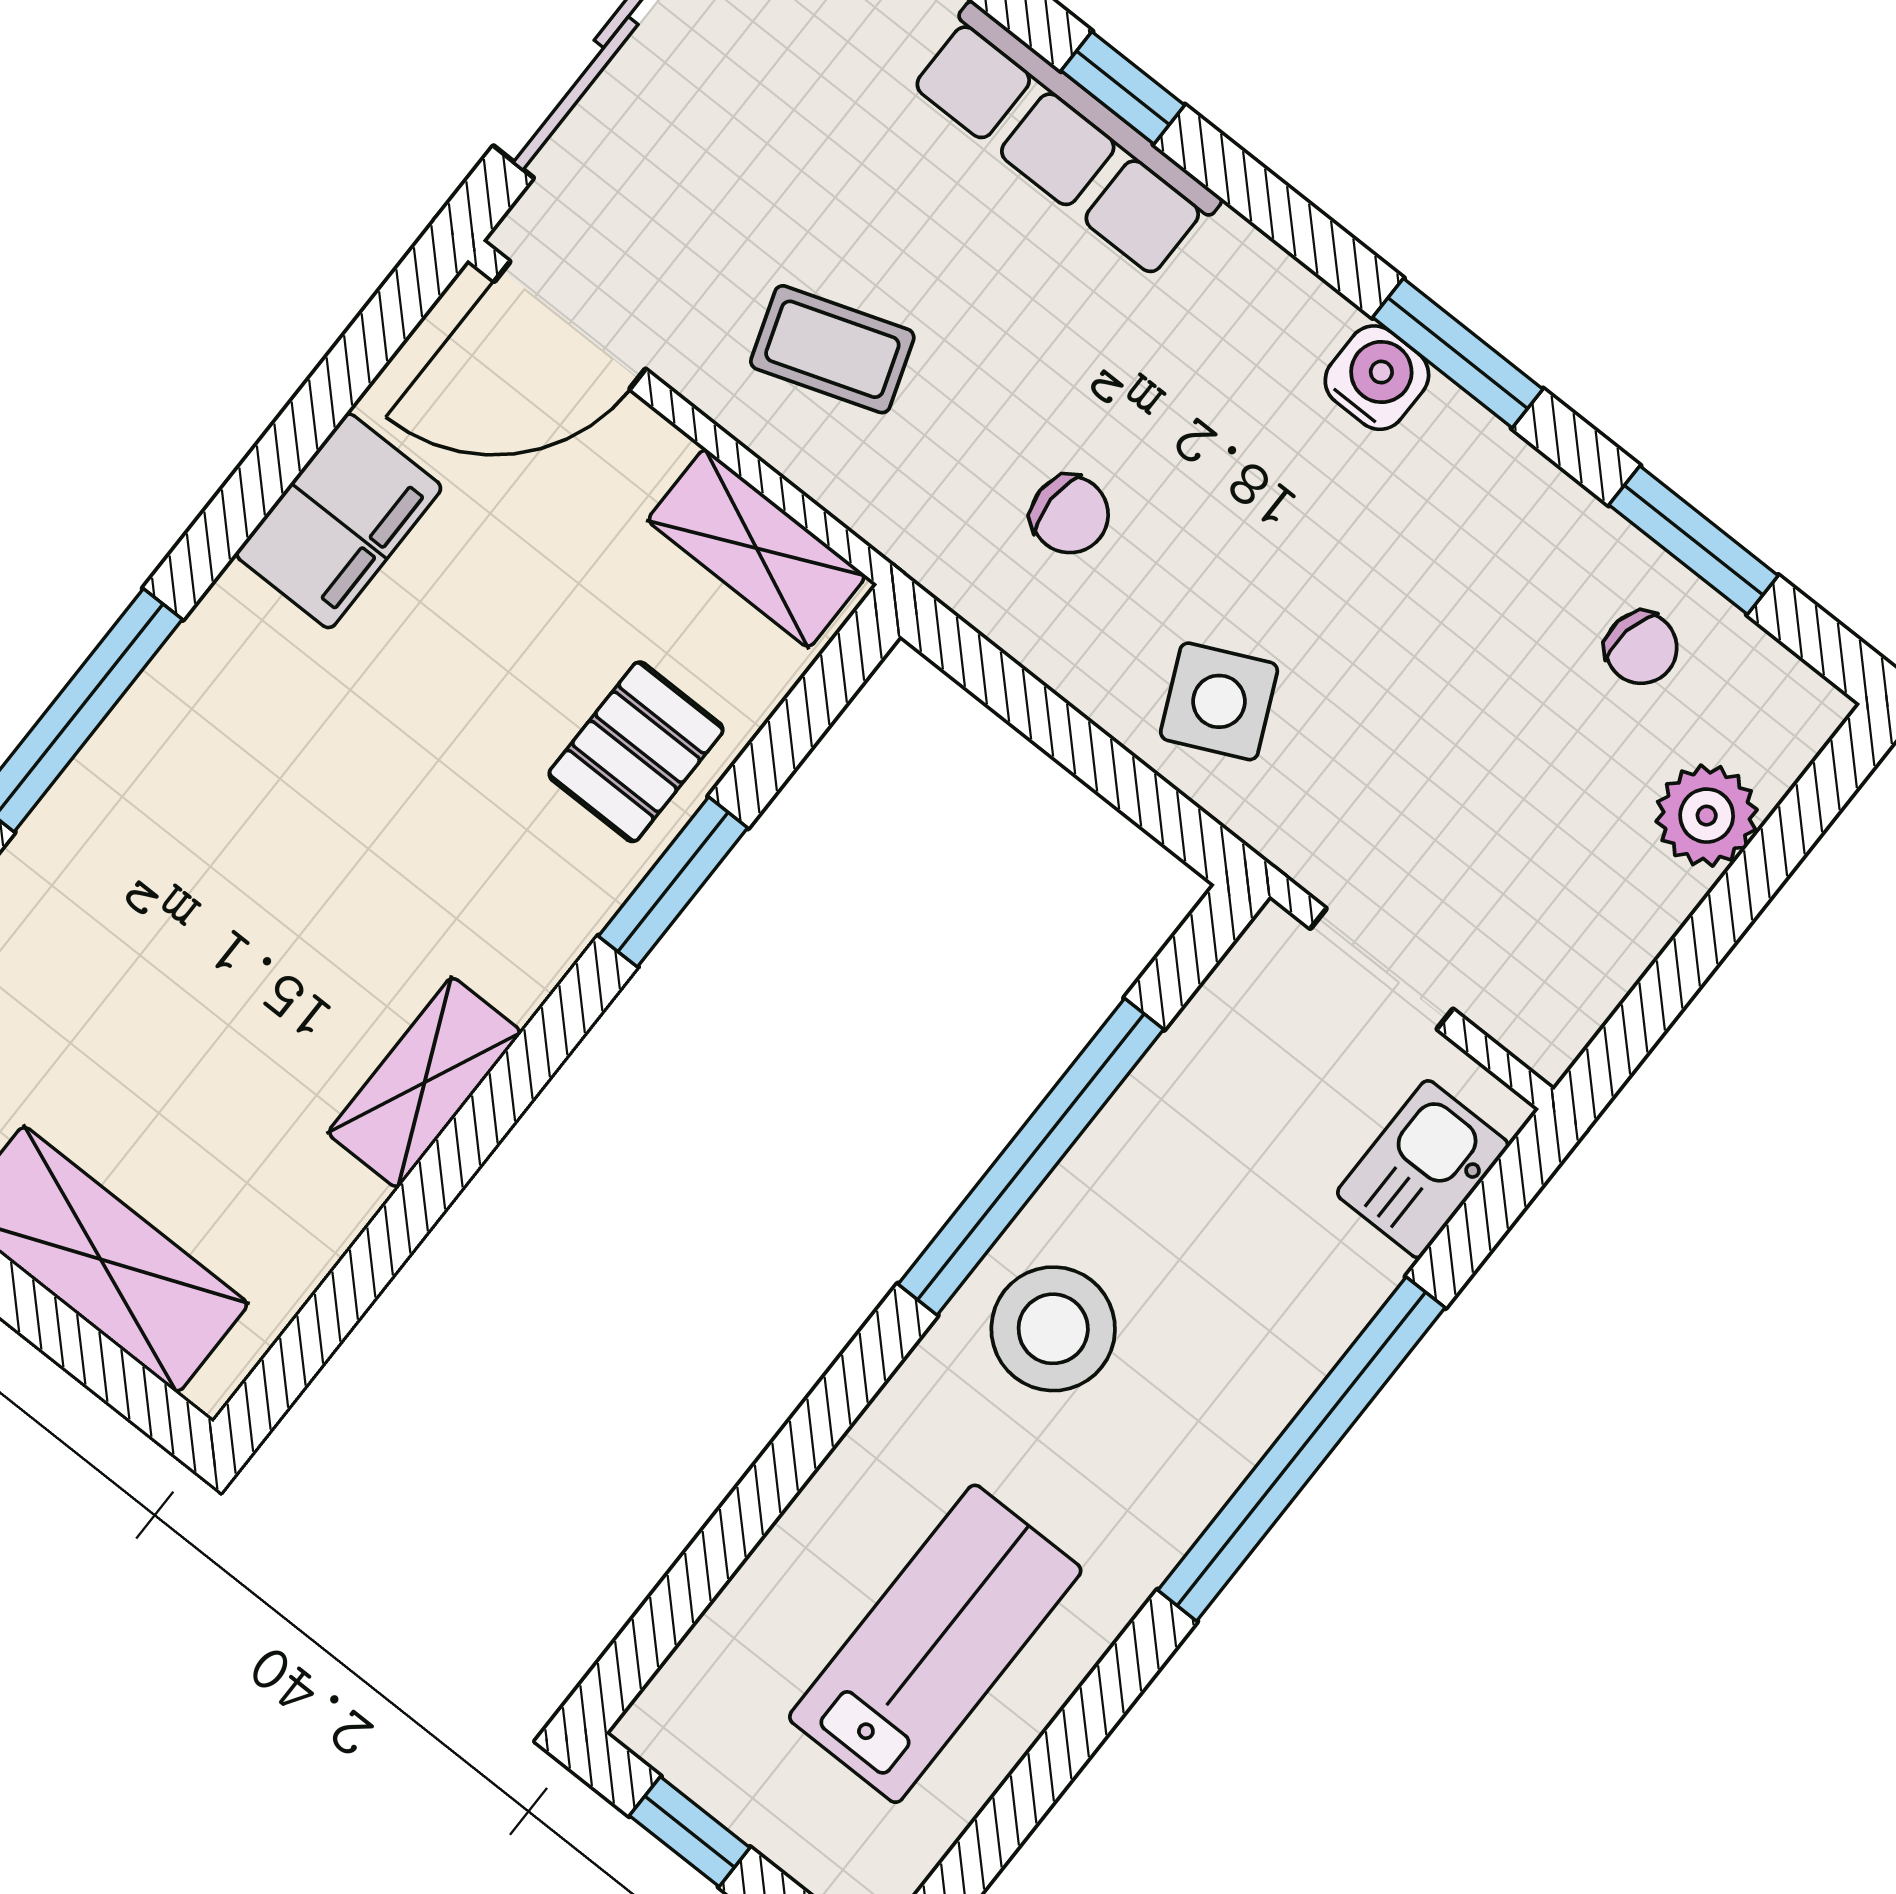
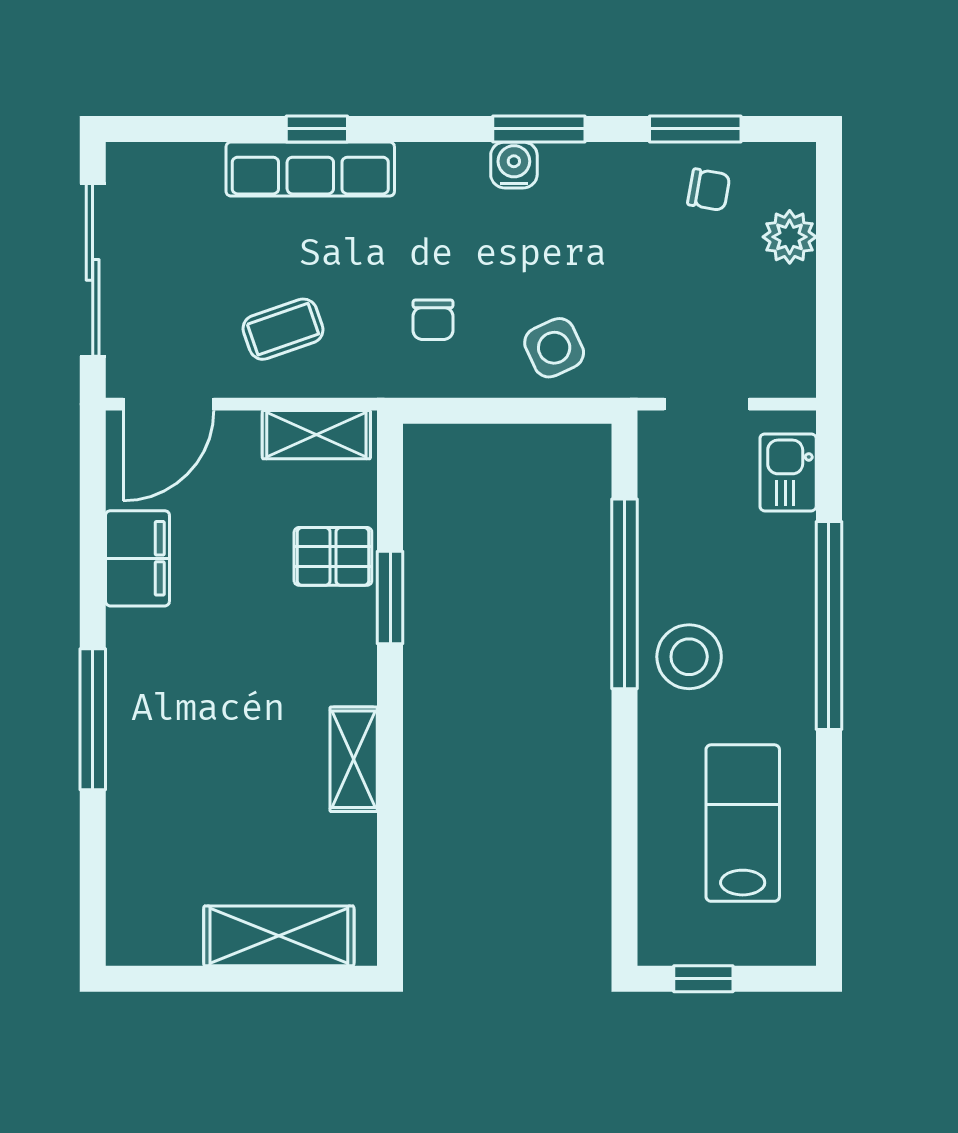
chair: (1070, 514) -> (433, 320), turned 90
pallet: (636, 752) -> (333, 556), turned 90

